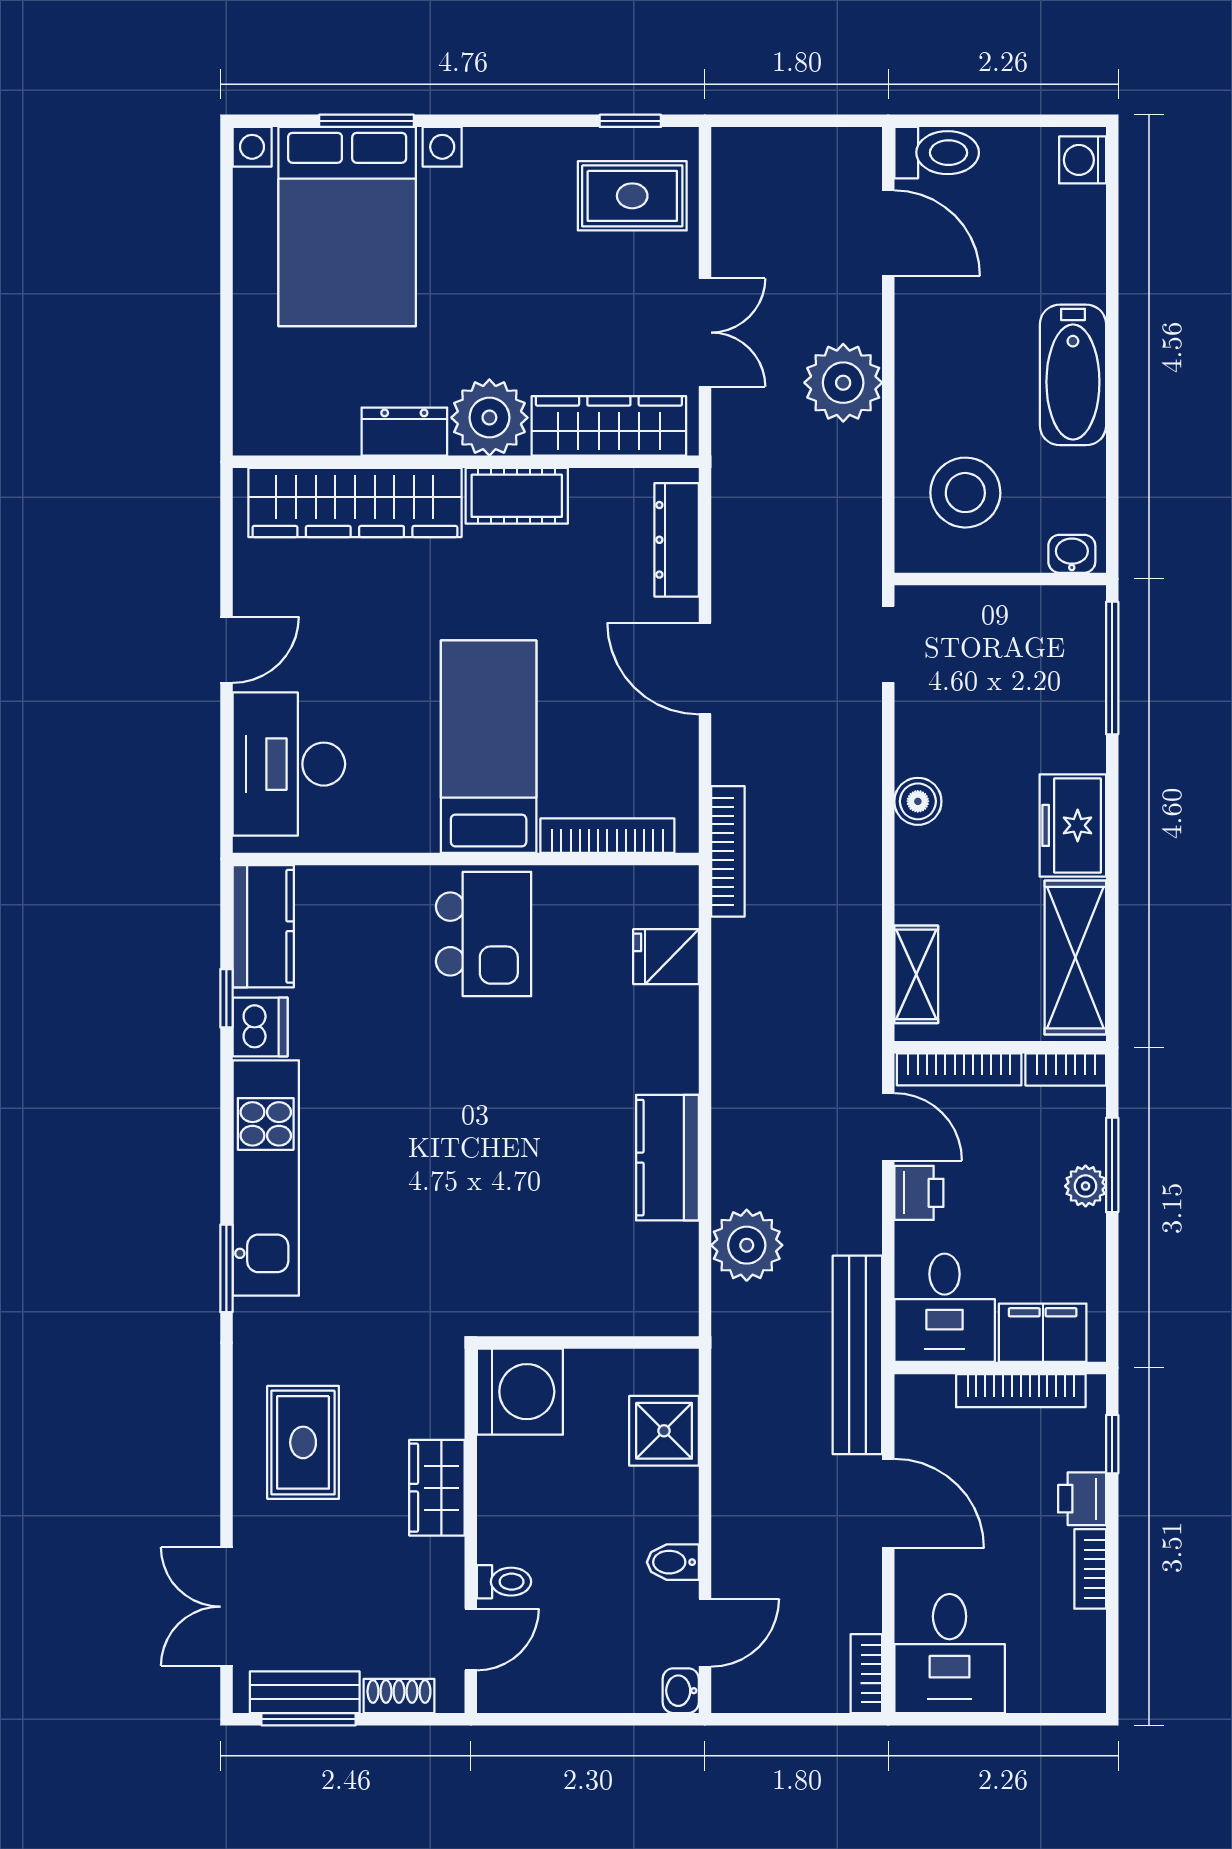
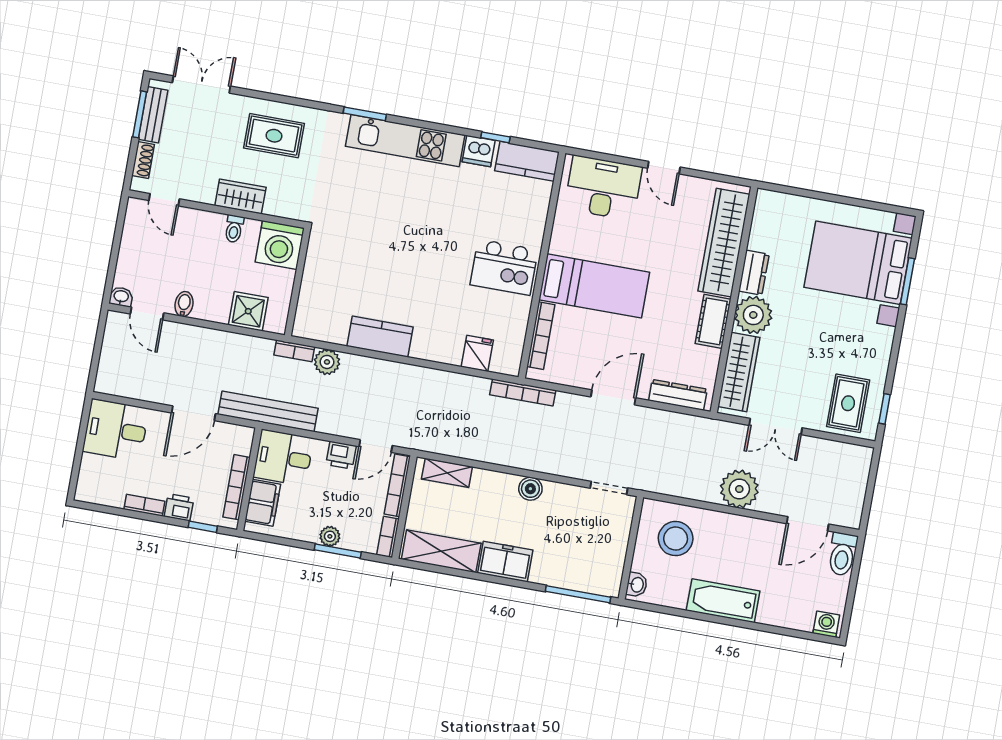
plant: (747, 1245) -> (327, 362), width x0.73, depth x0.73
toilet: (504, 1582) -> (234, 229), moved
bookcase: (866, 1674) -> (294, 351), moved, turned 180

